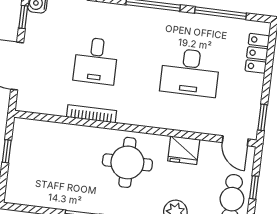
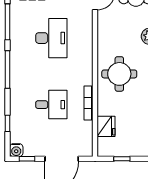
fridge: (184, 150) -> (106, 126), moved

